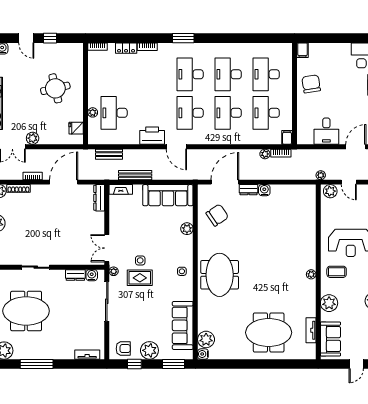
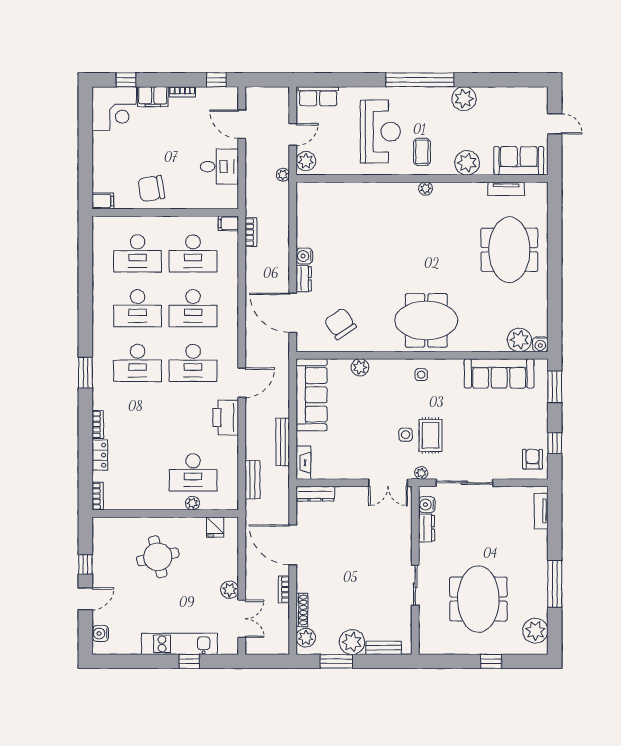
plant: (265, 154) -> (252, 255), removed
plant: (149, 350) -> (535, 421), removed

